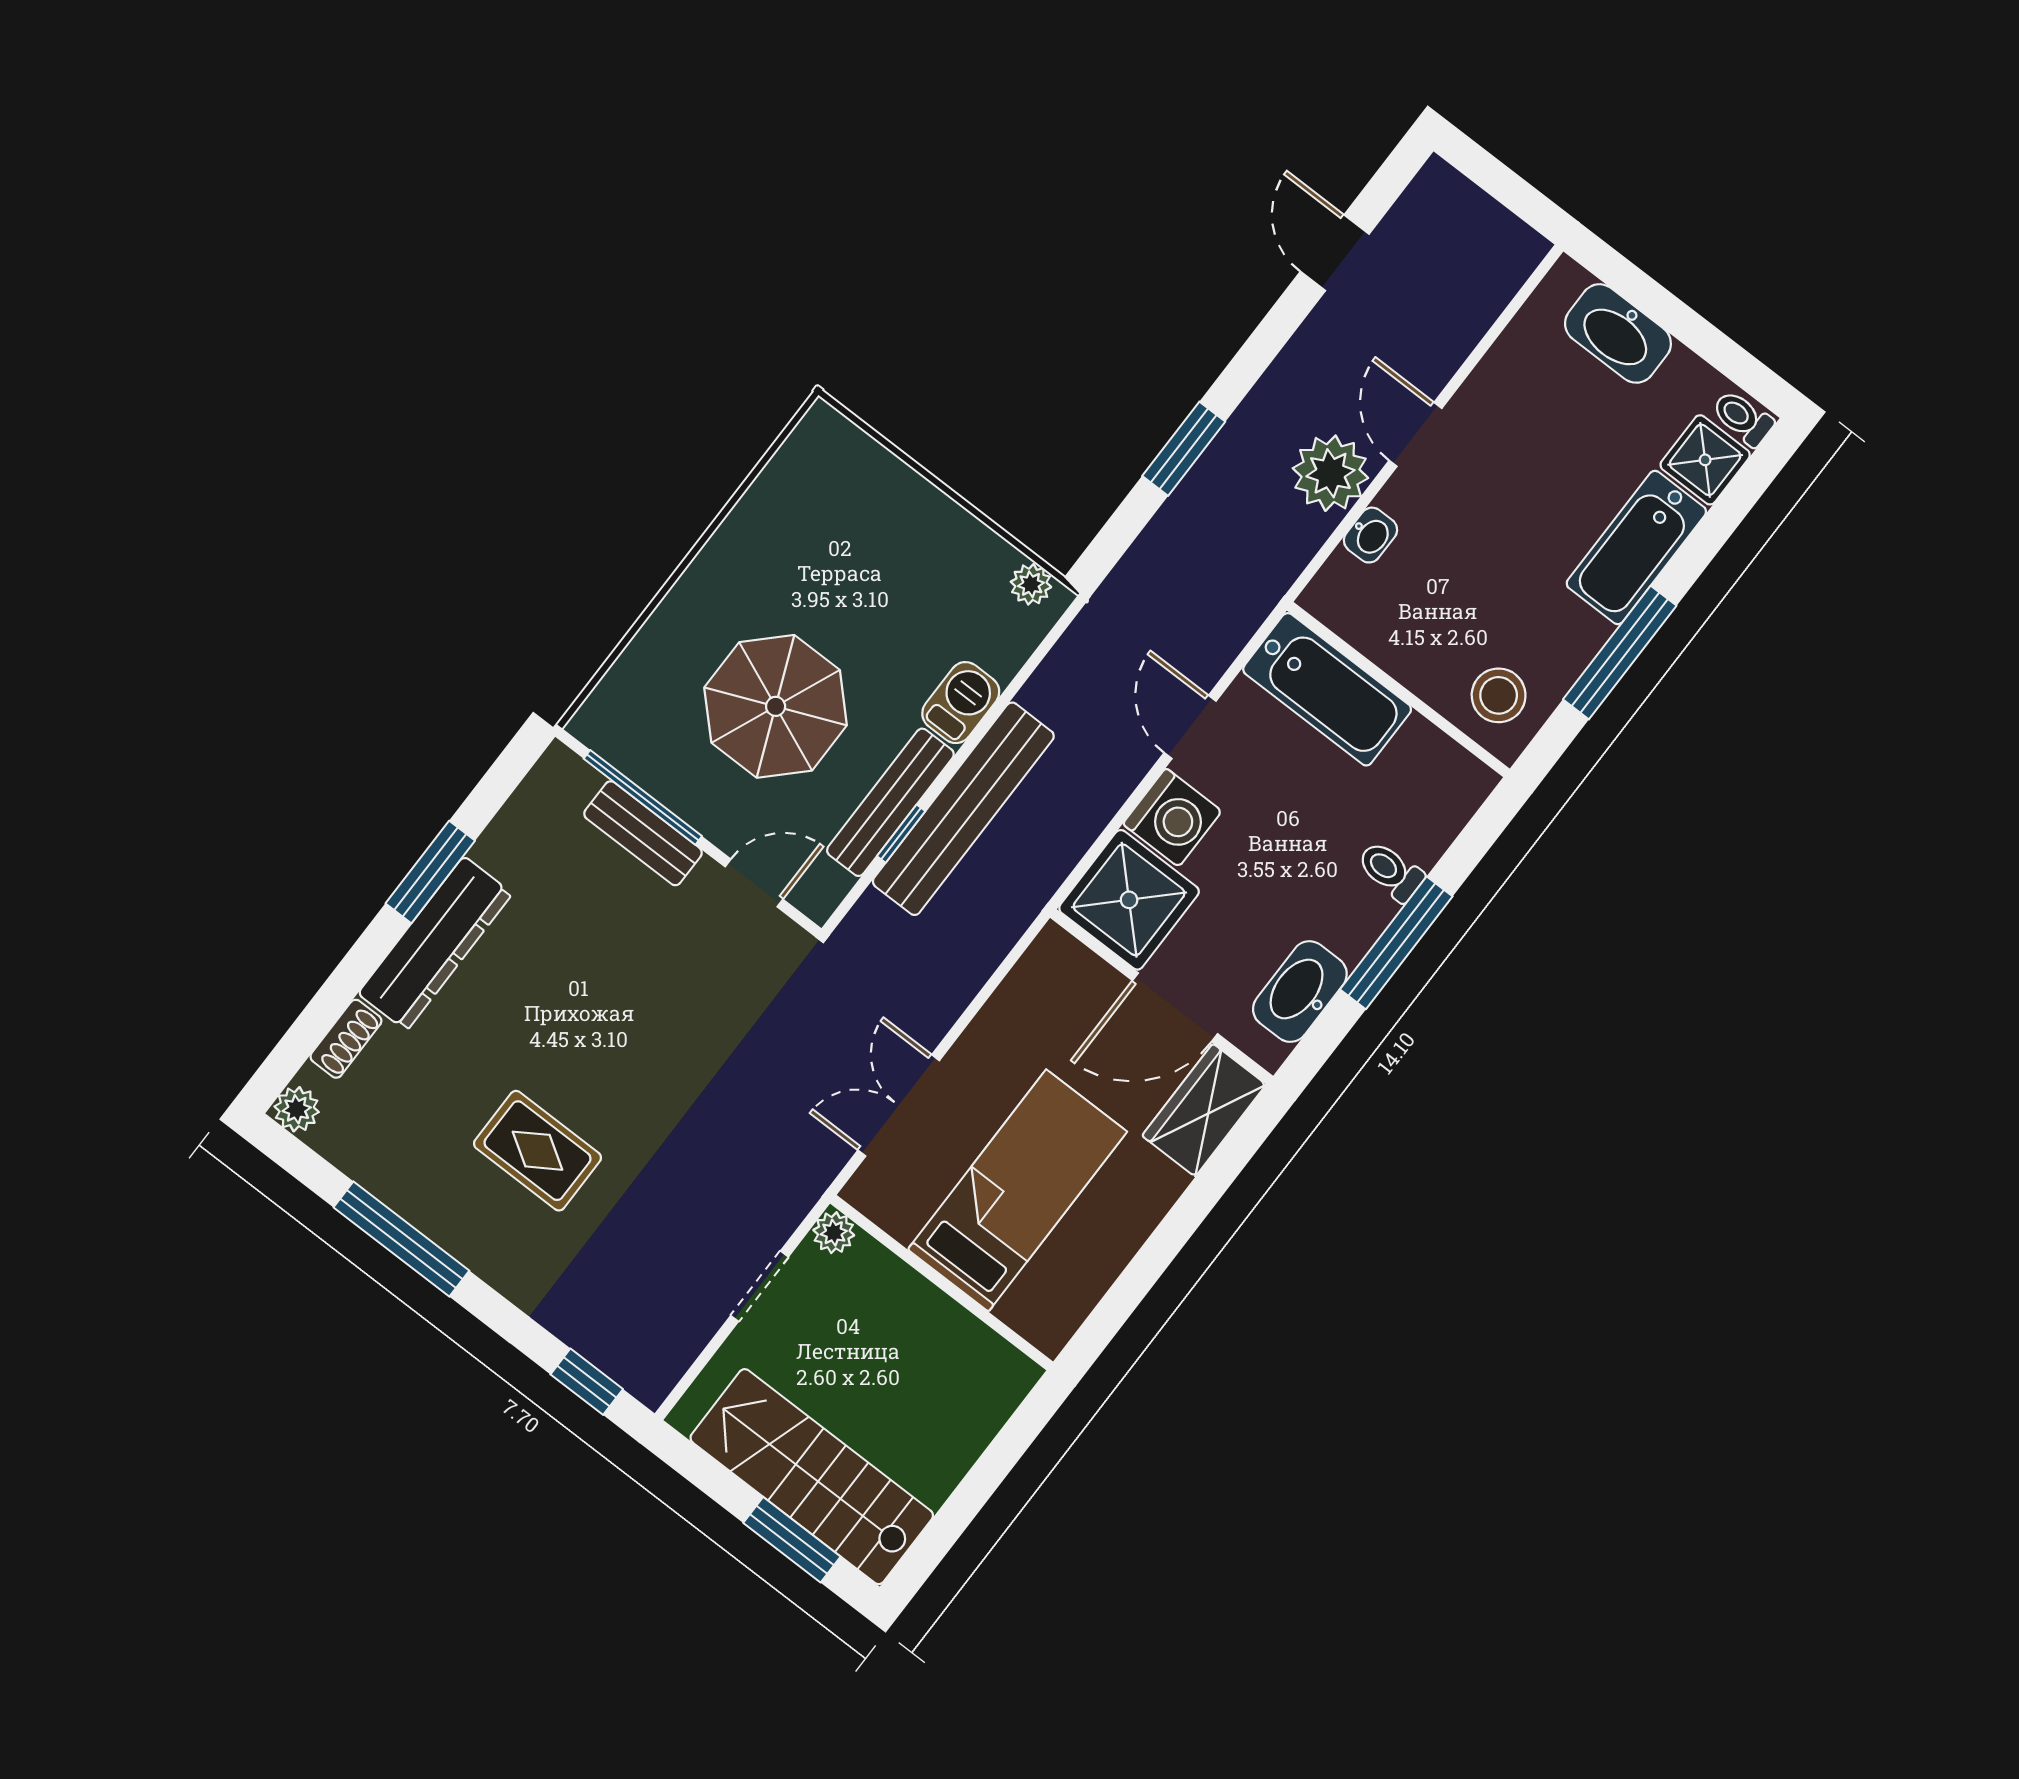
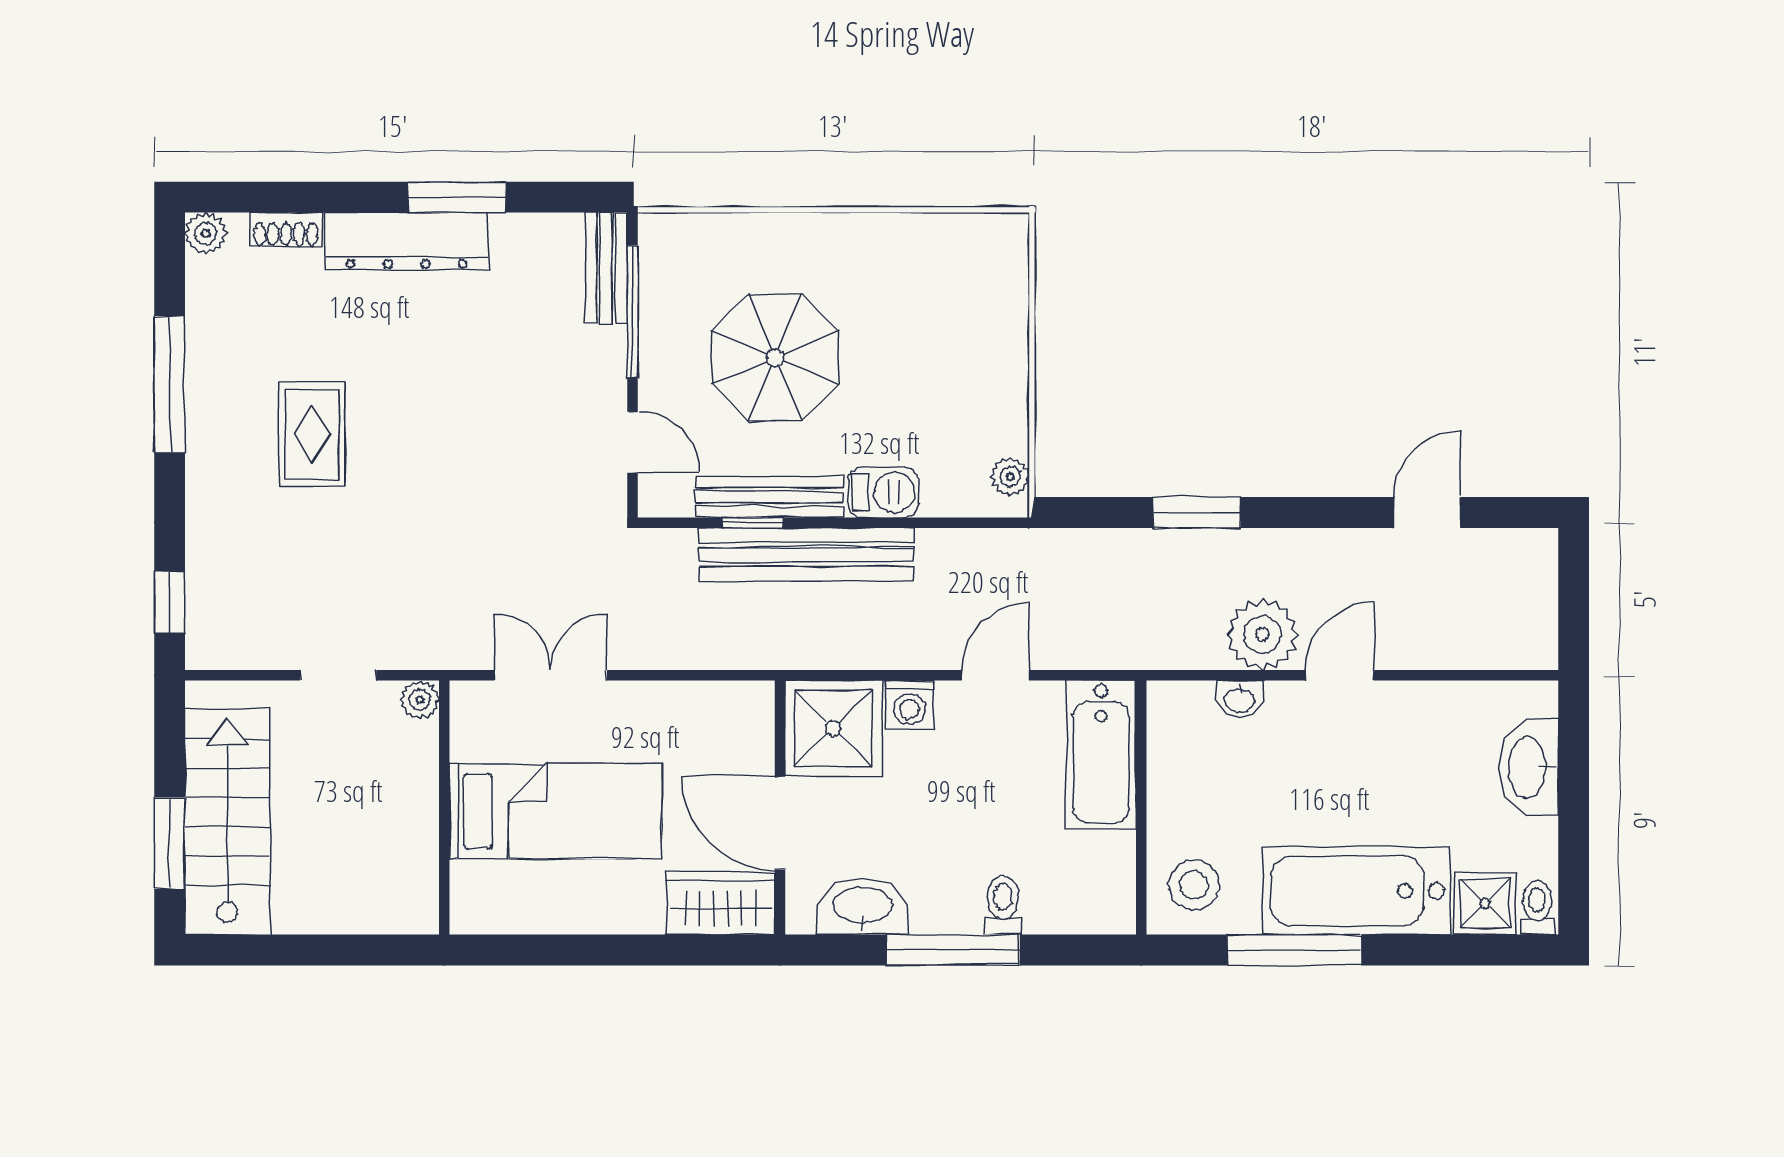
bathtub: (1636, 548) -> (1356, 891), width x1.36, depth x1.36
washing machine: (1172, 818) -> (909, 704), width x0.73, depth x0.73
bench: (643, 833) -> (606, 268), moved

